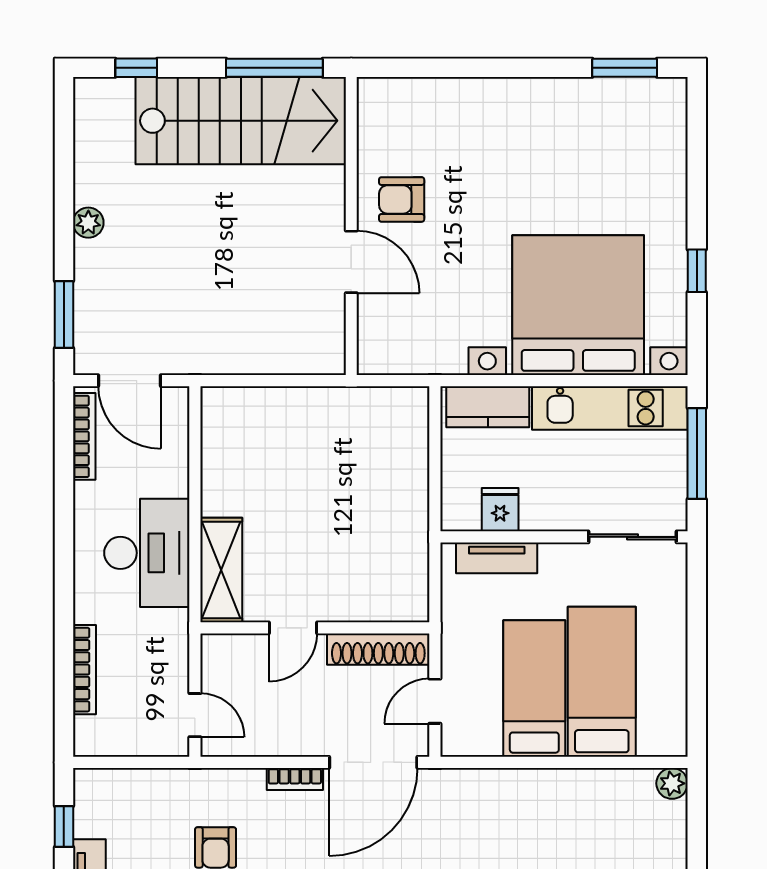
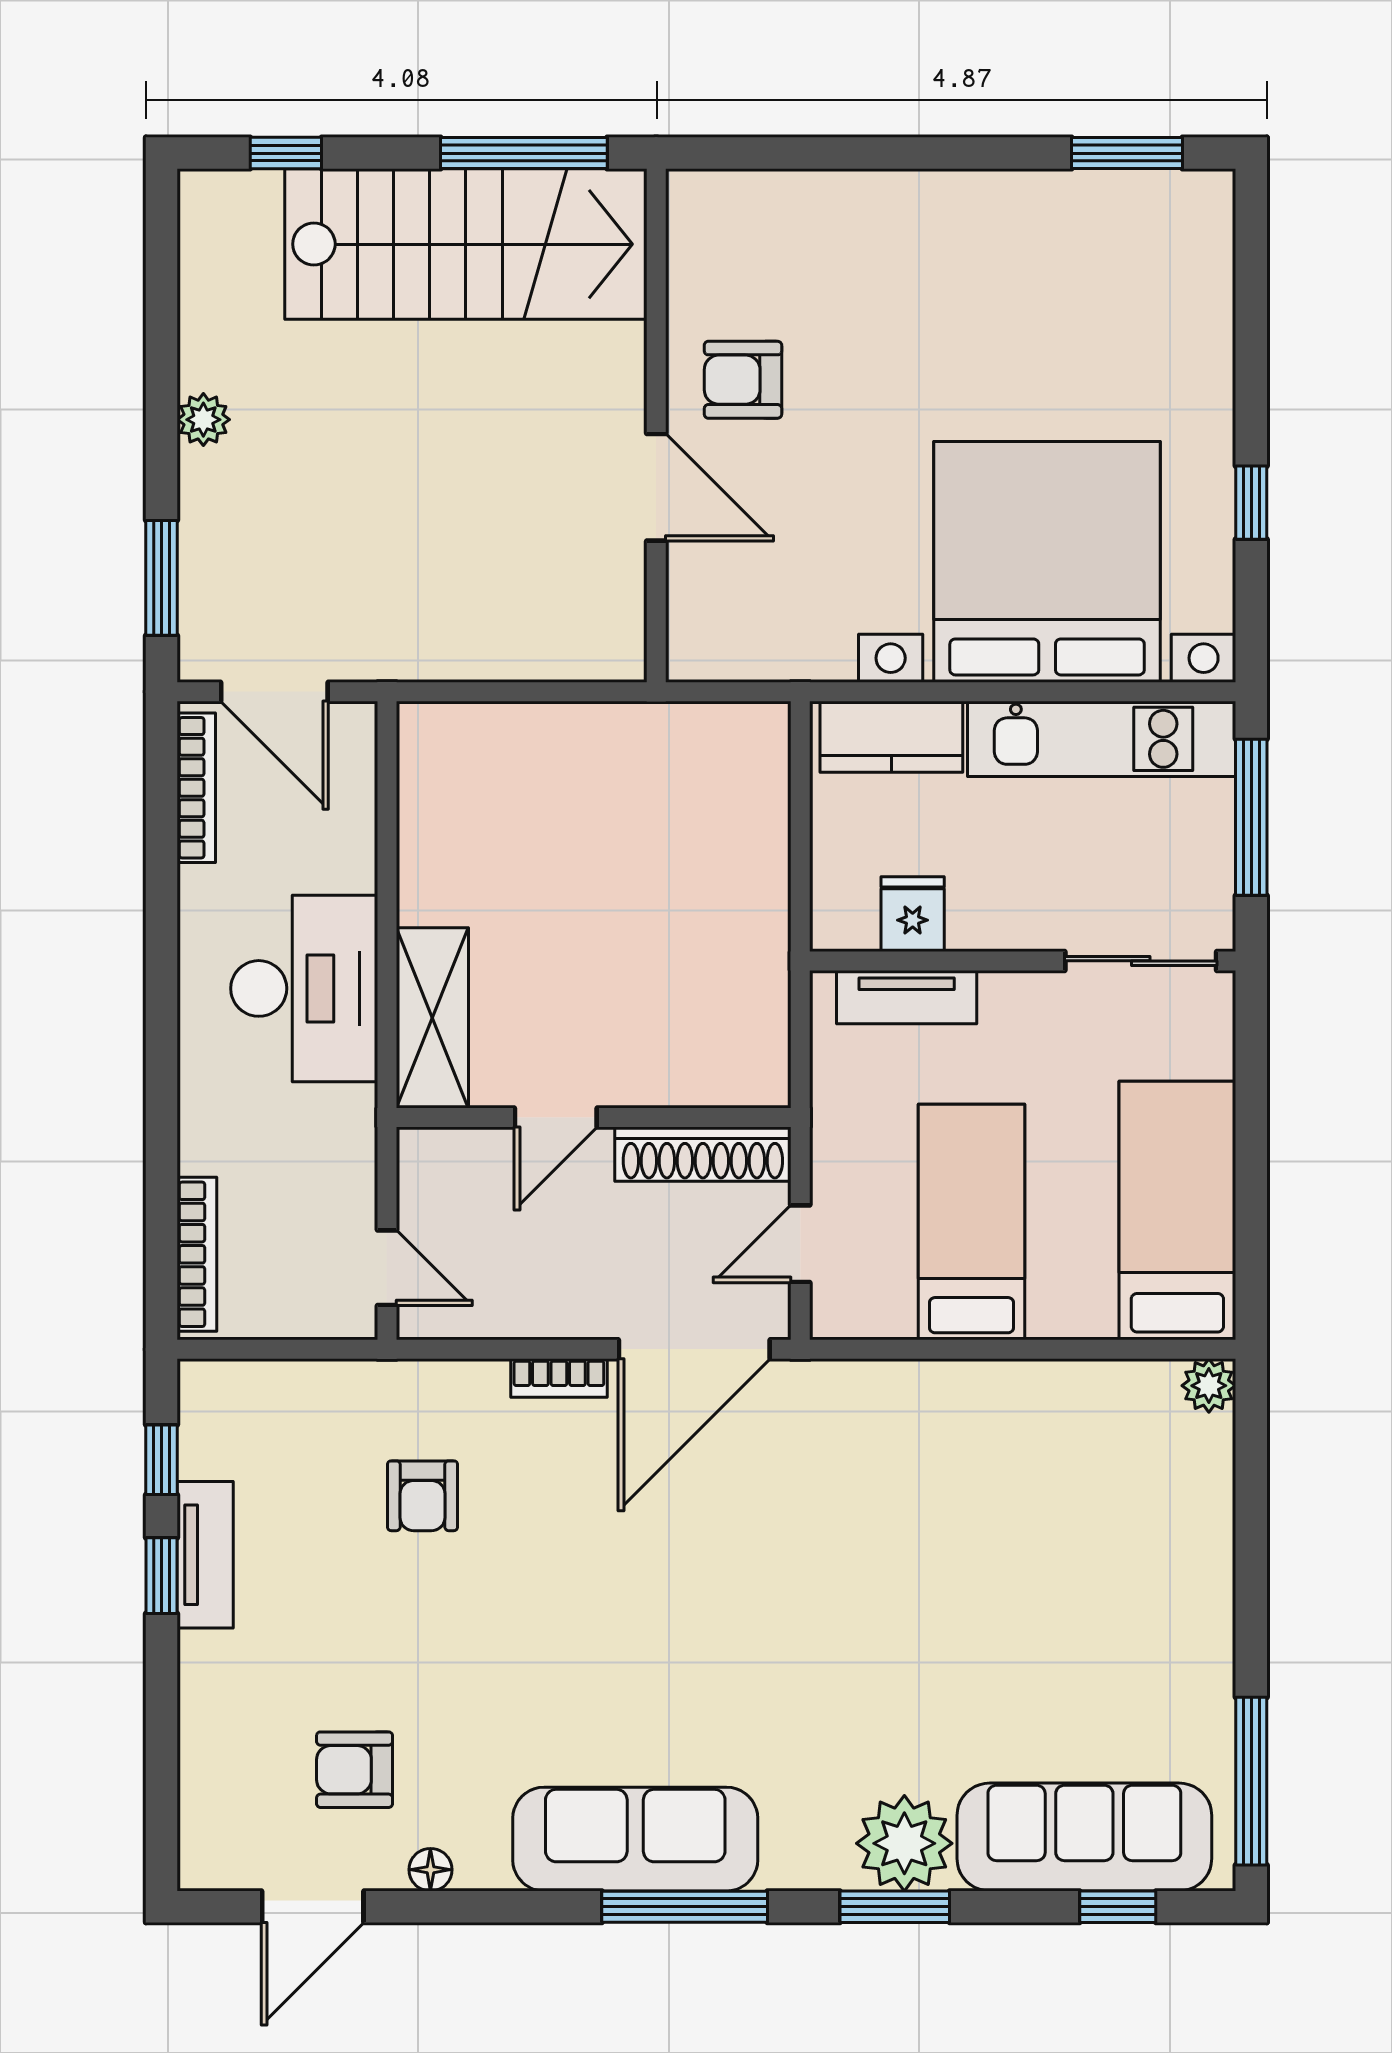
bookcase: (85, 670) -> (197, 1254), moved
bed: (602, 682) -> (1177, 1210), moved

